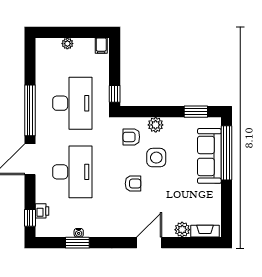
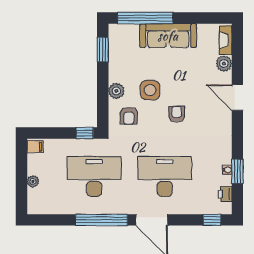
sofa: (209, 156) -> (168, 36), moved
printer: (42, 211) -> (225, 194), moved, turned -90

